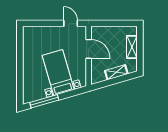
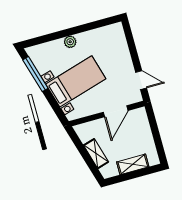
door: (71, 23) -> (141, 80), hinge flipped
plant: (27, 69) -> (70, 42), added

